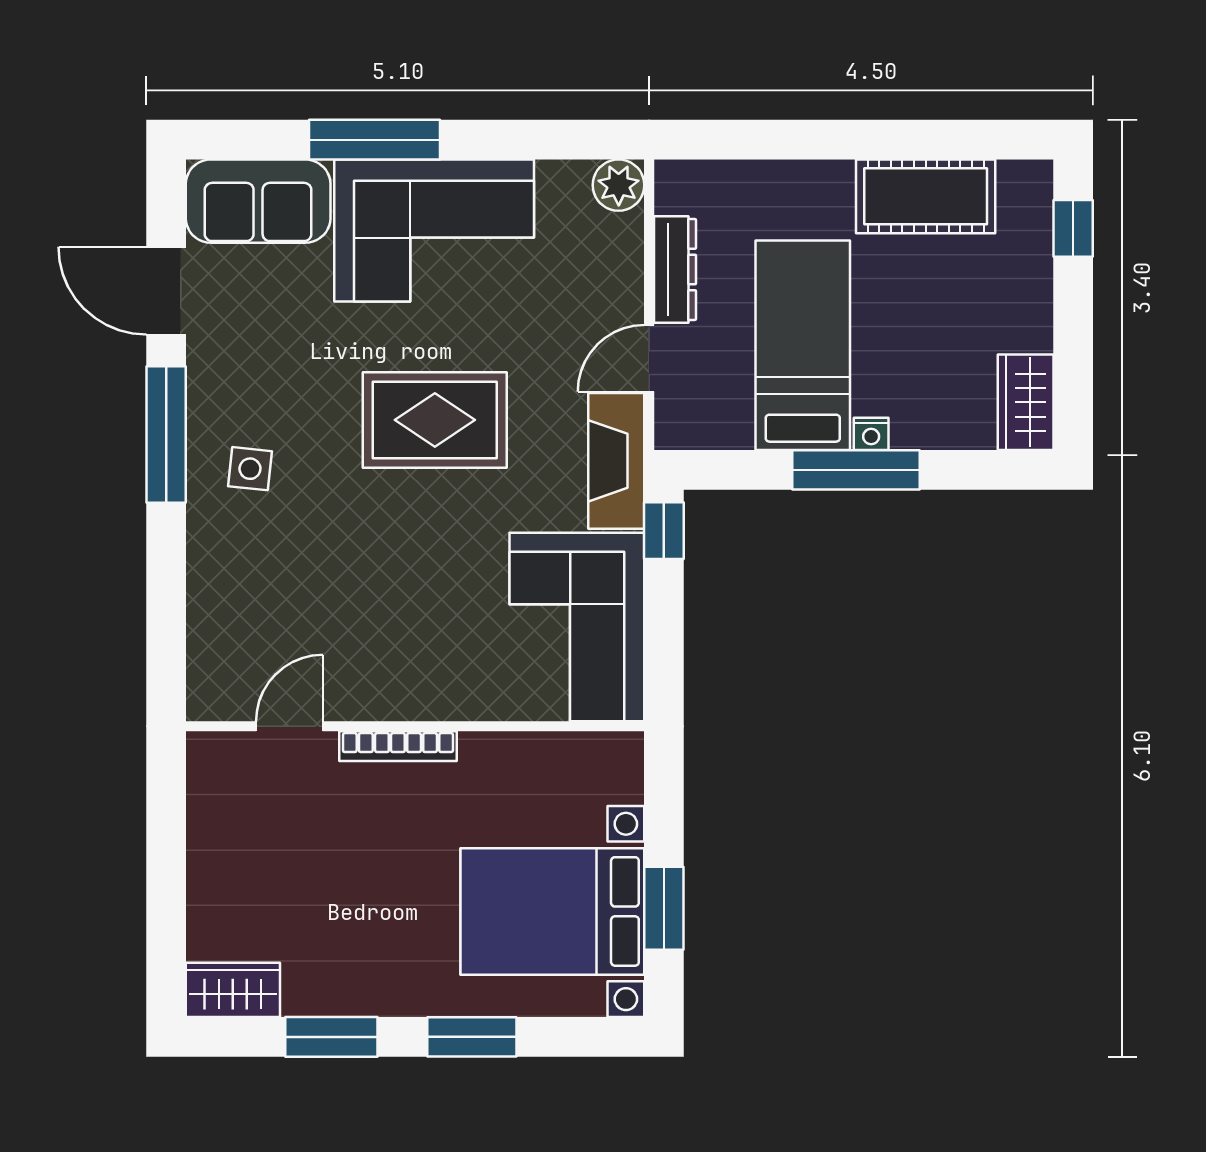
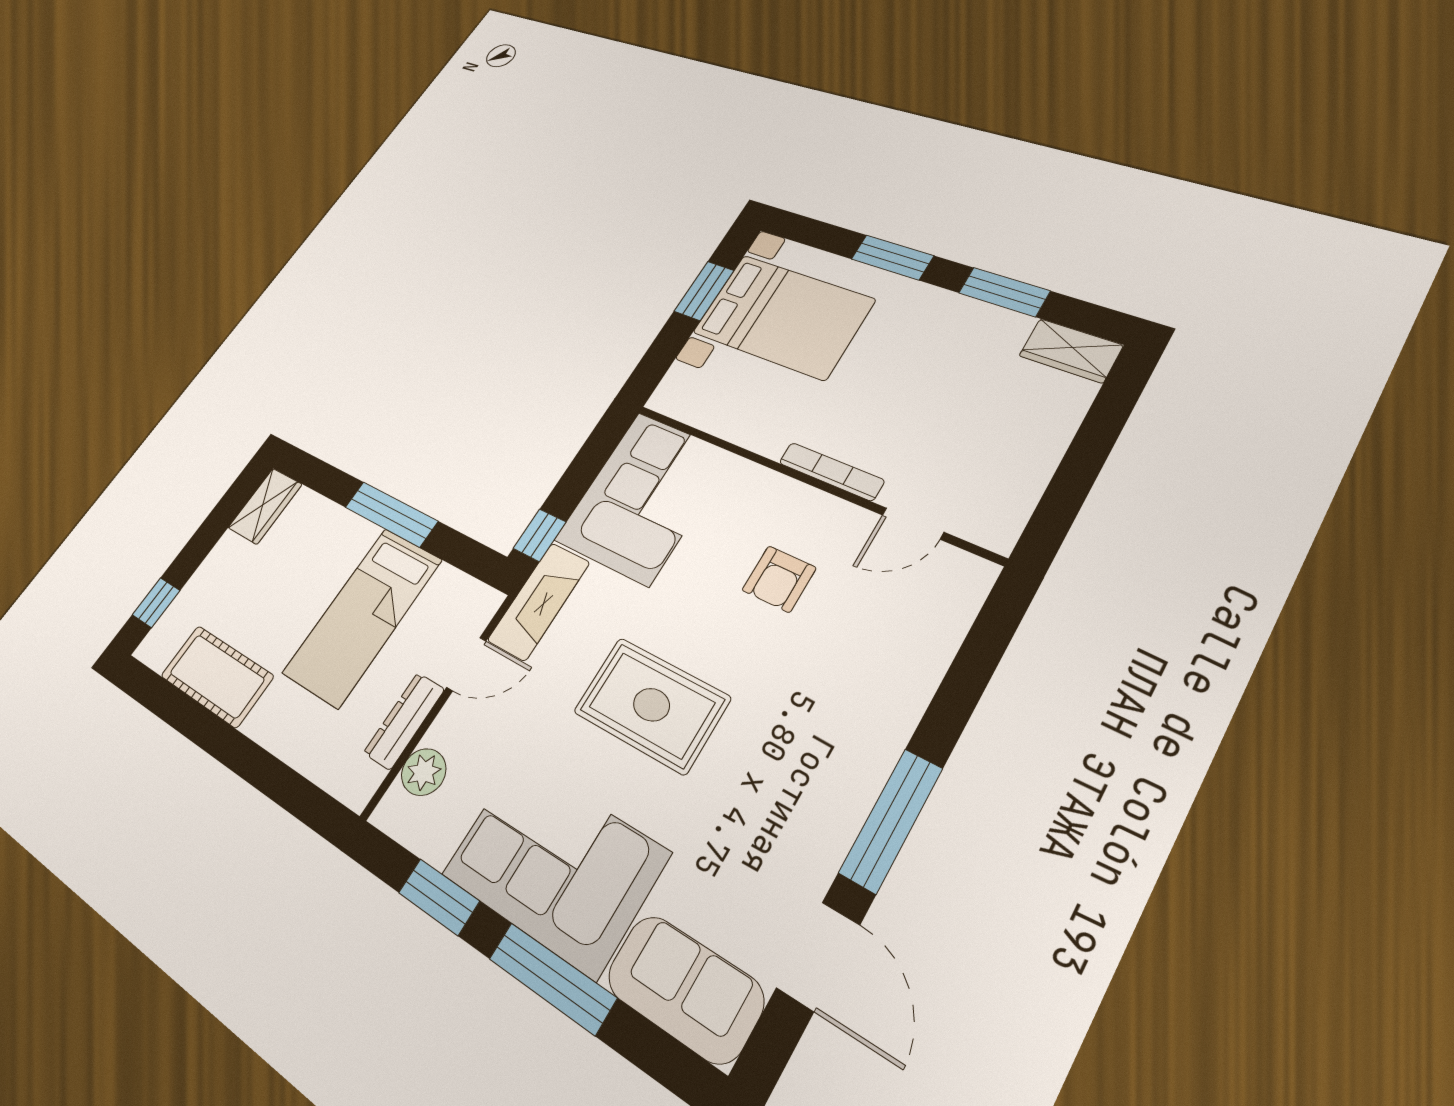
window: (523, 140) -> (439, 897), added
plant: (619, 185) -> (424, 772), moved
nightstand: (871, 434) -> (365, 533), removed
side table: (250, 469) -> (830, 748), removed
armchair: (386, 606) -> (779, 579), added

